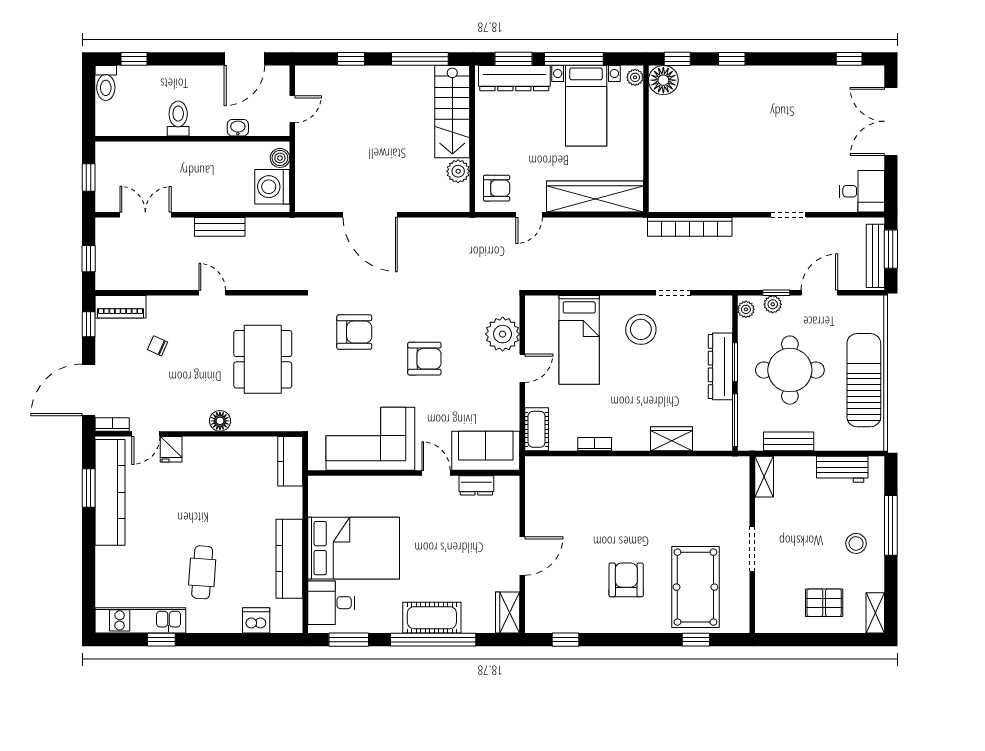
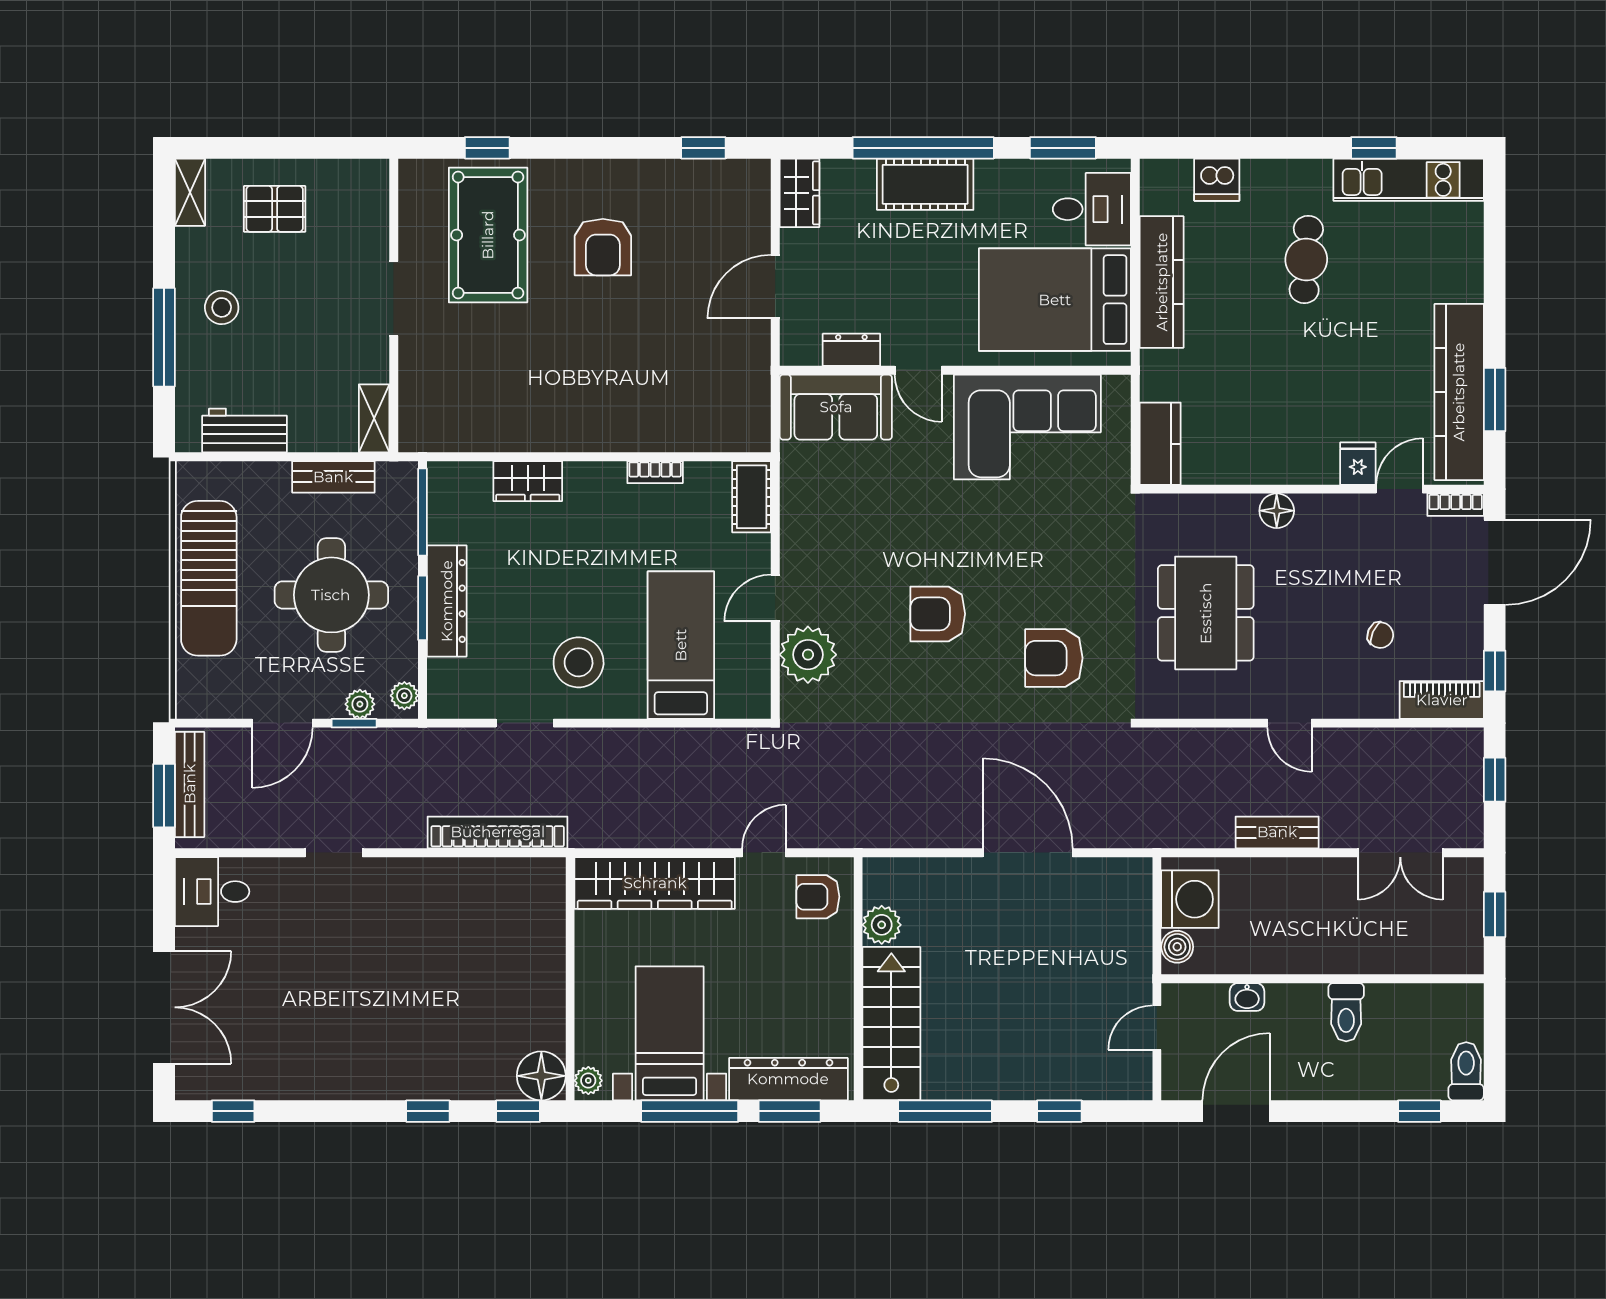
corner sofa: (370, 439) -> (1027, 427), moved
sofa: (486, 451) -> (836, 407), moved
wall: (414, 473) -> (955, 370), moved
door: (436, 473) -> (918, 370), moved
dresser: (476, 485) -> (851, 350), moved

